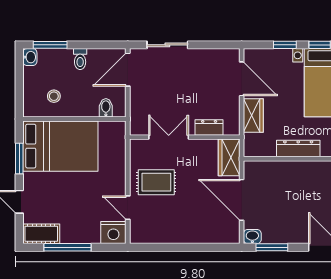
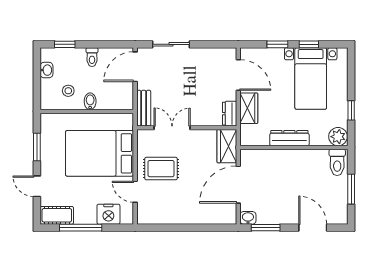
window: (50, 45) -> (65, 44), width x0.67
washbasin: (30, 57) -> (46, 70), moved
bidet: (106, 108) -> (90, 101), moved
bench: (137, 115) -> (144, 108), added
dresser: (209, 127) -> (230, 114), moved, turned -90
bed: (60, 146) -> (100, 153), moved, turned 180
door: (242, 200) -> (238, 185), hinge flipped
nightstand: (113, 233) -> (108, 214), moved

